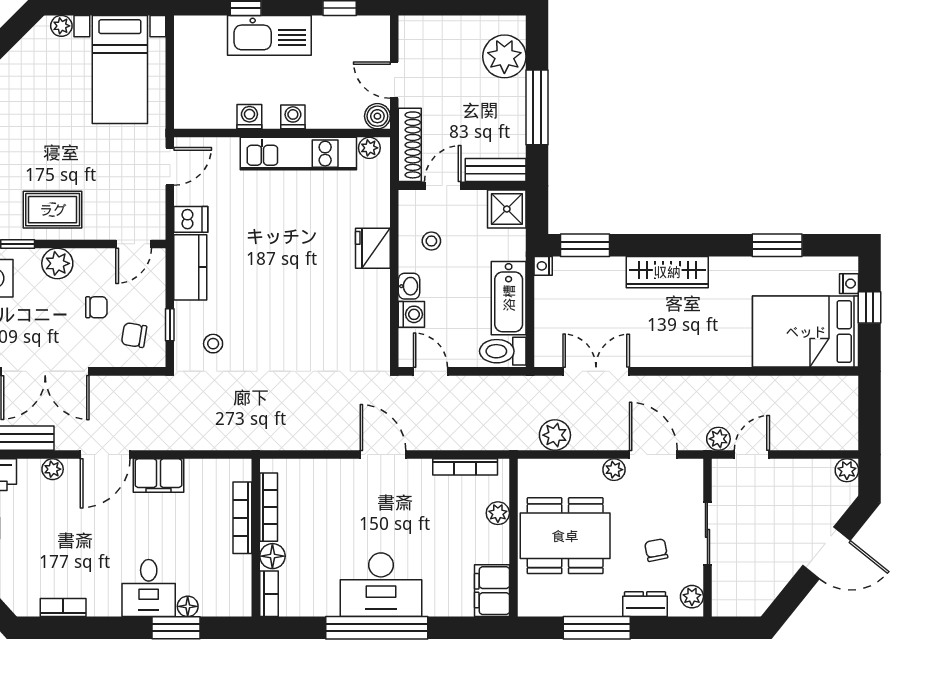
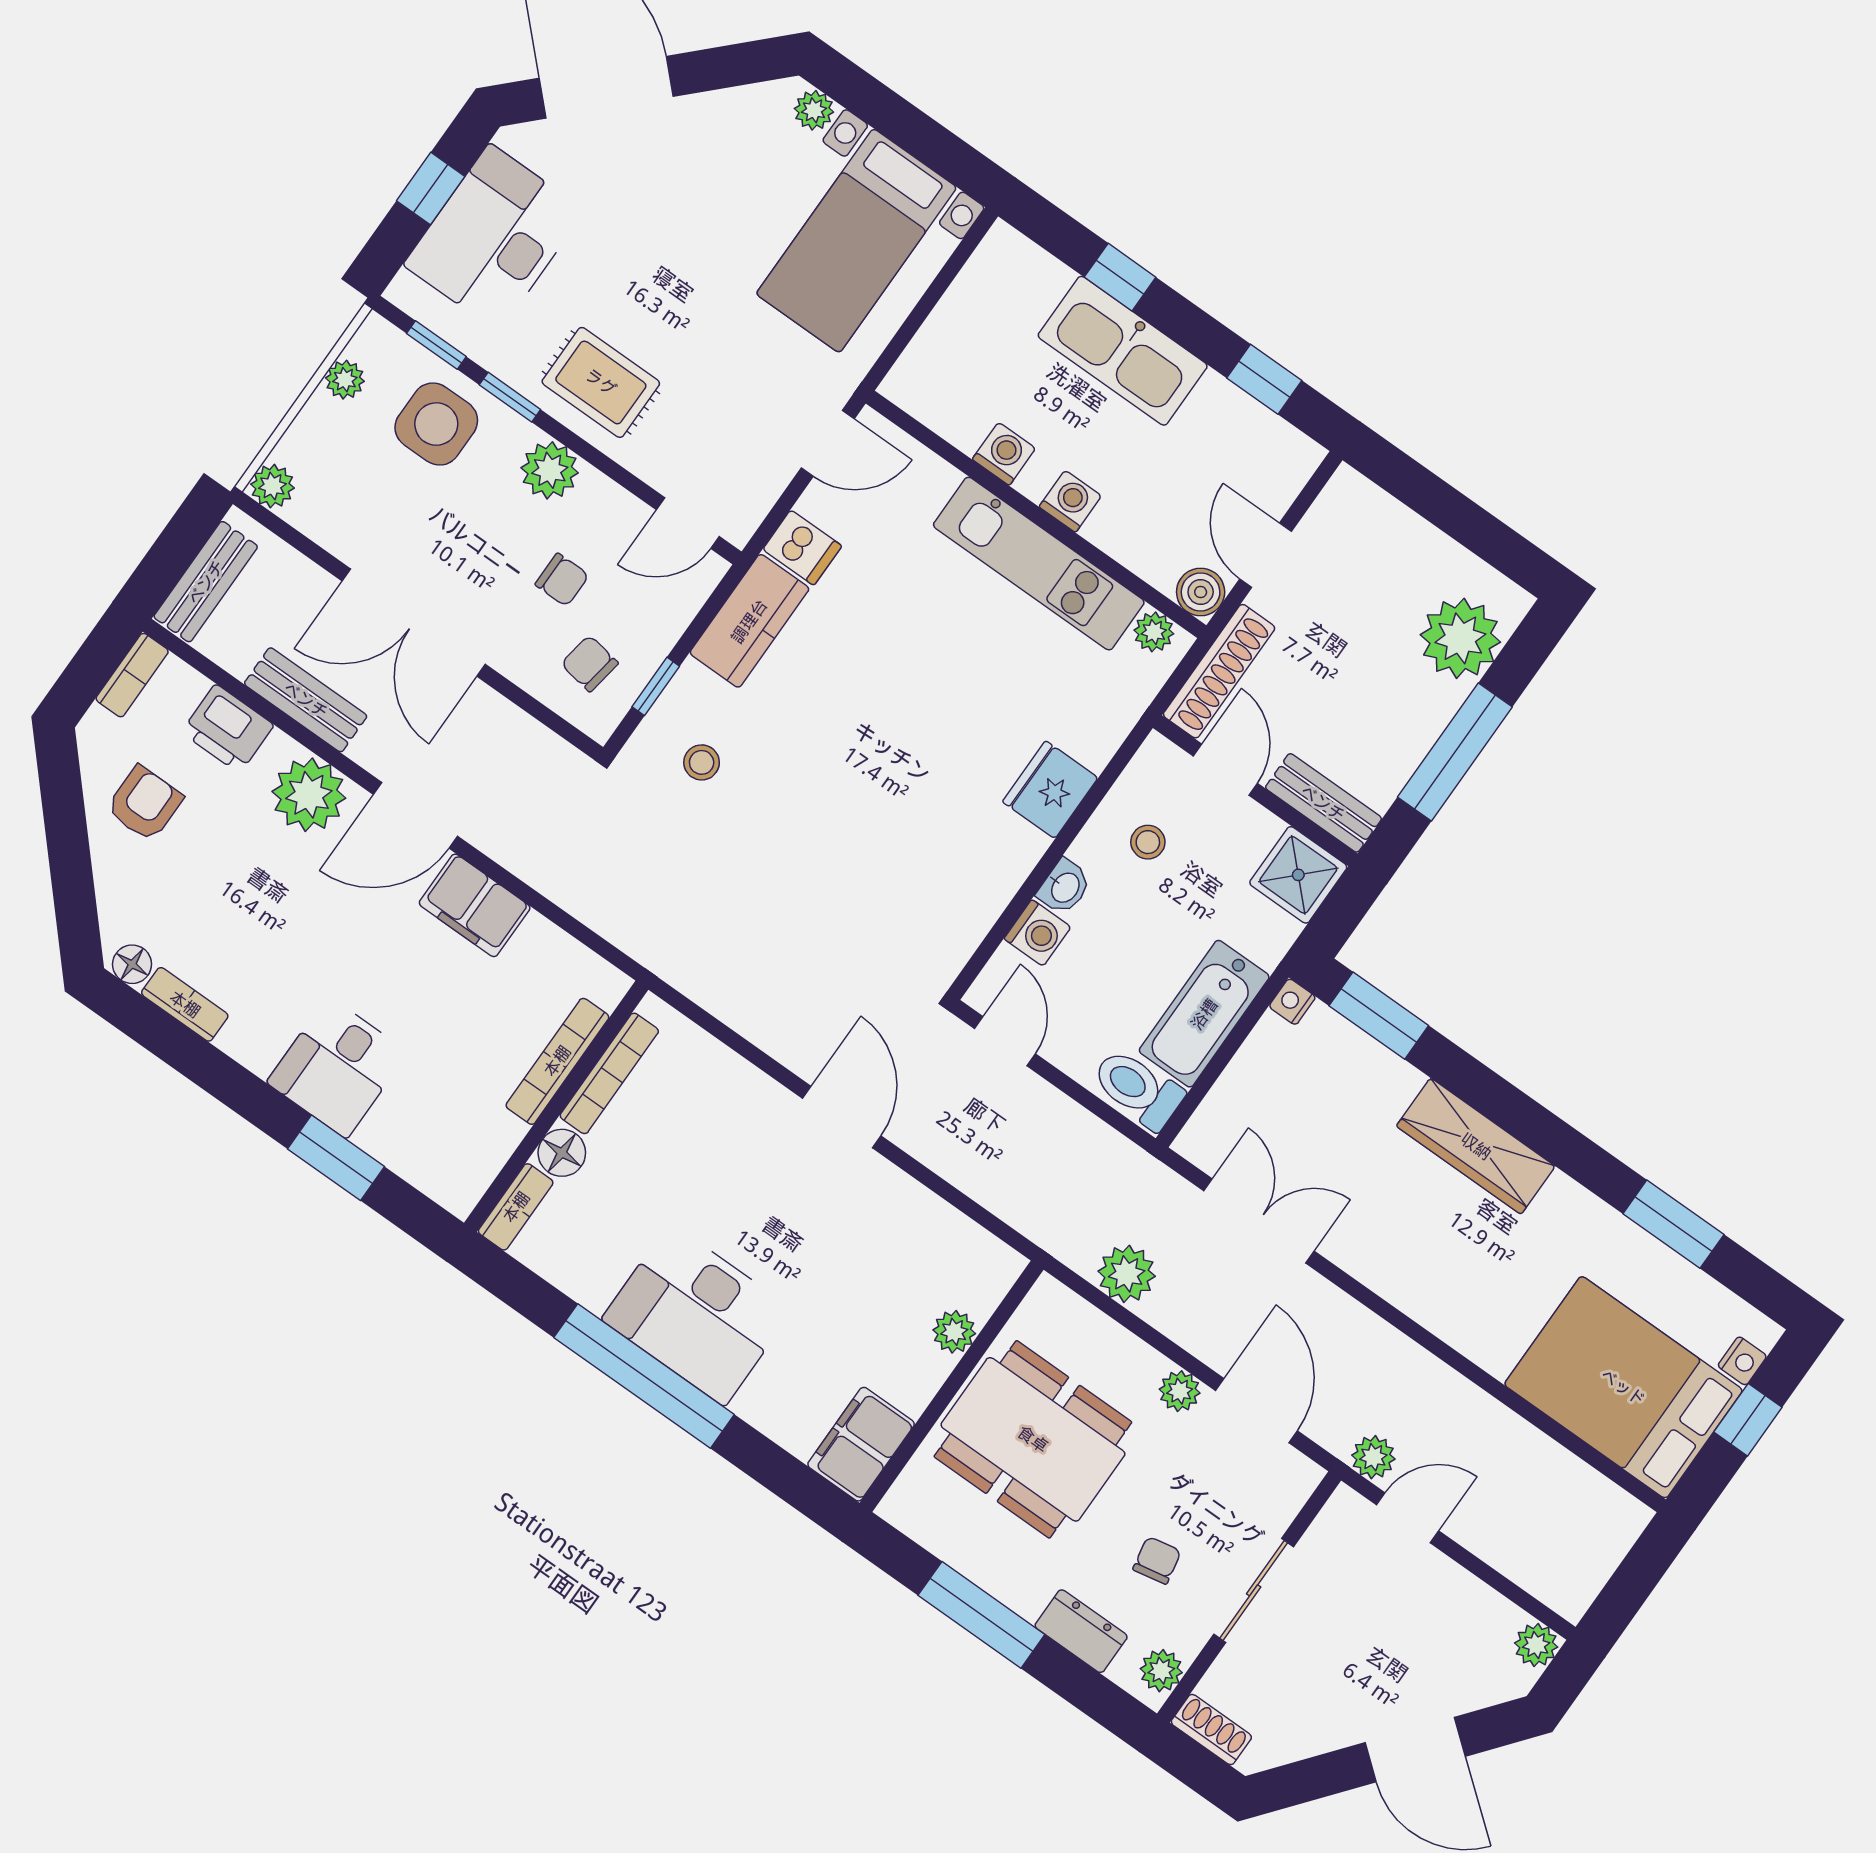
door: (443, 186) -> (1225, 770), hinge flipped
bookcase: (465, 467) -> (954, 1225), removed
plant: (53, 469) -> (309, 795), width x1.88, depth x1.88
floor lamp: (188, 606) -> (132, 964), moved
shoe rack: (732, 607) -> (1211, 1729), added

